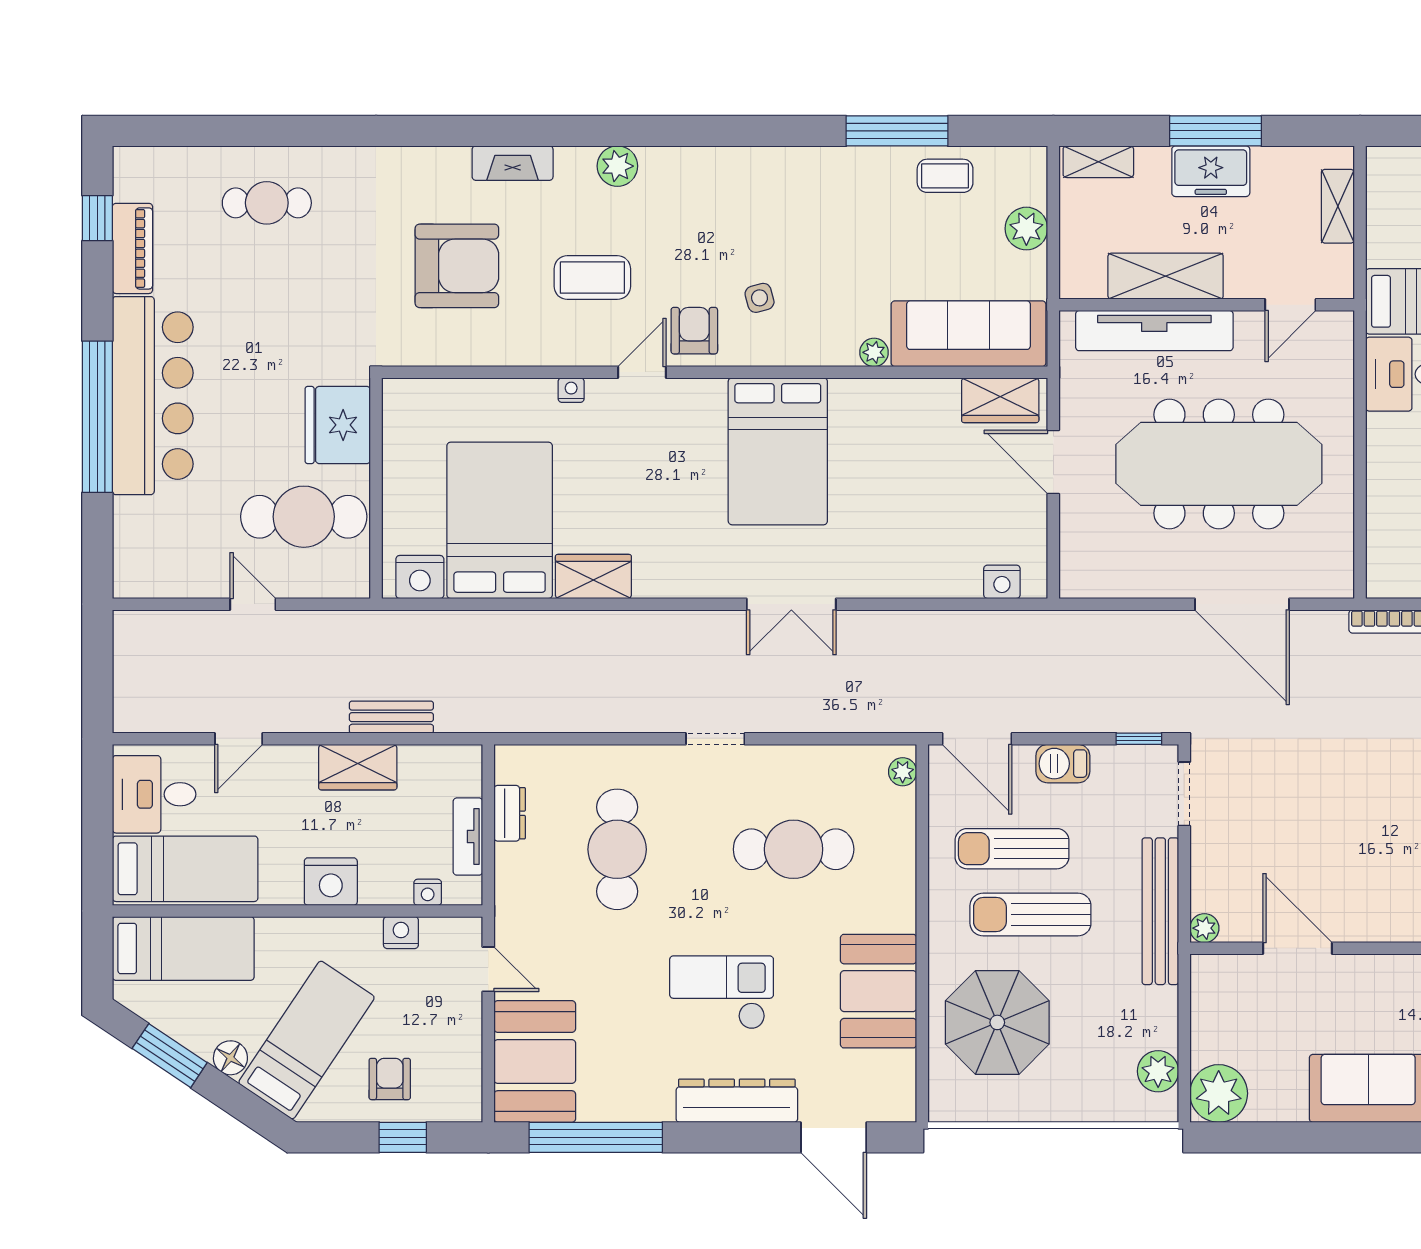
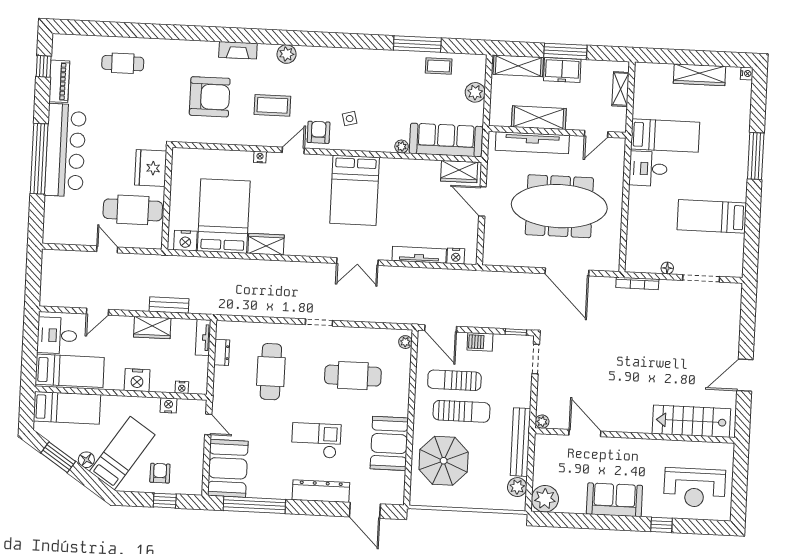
shelving: (1098, 162) -> (518, 66), width x1.50, depth x1.33
tv unit: (923, 583) -> (419, 255), added
tv unit: (468, 837) -> (203, 337), moved
bench: (1160, 911) -> (521, 442), moved
sun lounger: (1030, 914) -> (462, 411), turned 180

